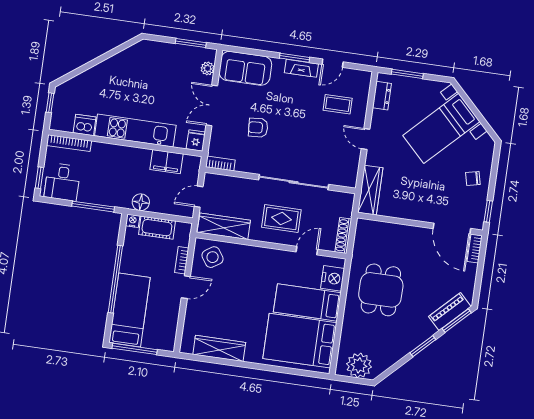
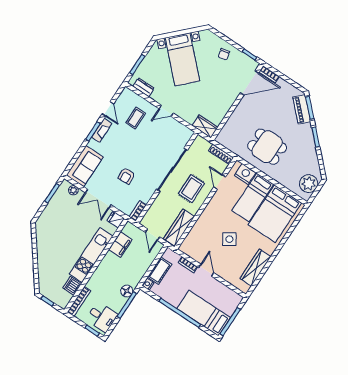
wardrobe: (370, 190) -> (205, 126), width x0.67
floor lamp: (141, 202) -> (127, 291), moved
side table: (213, 257) -> (229, 239), moved

